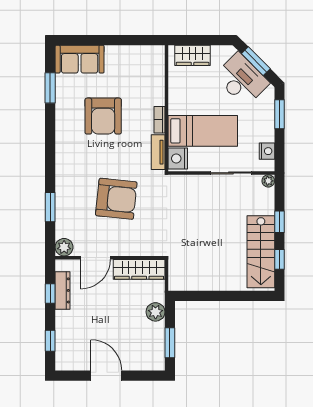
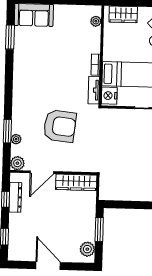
plant: (158, 65) -> (96, 21), added
armchair: (103, 116) -> (51, 60), removed
plant: (62, 217) -> (16, 139), added
plant: (156, 312) -> (87, 249), moved
window: (170, 343) -> (99, 229), moved

